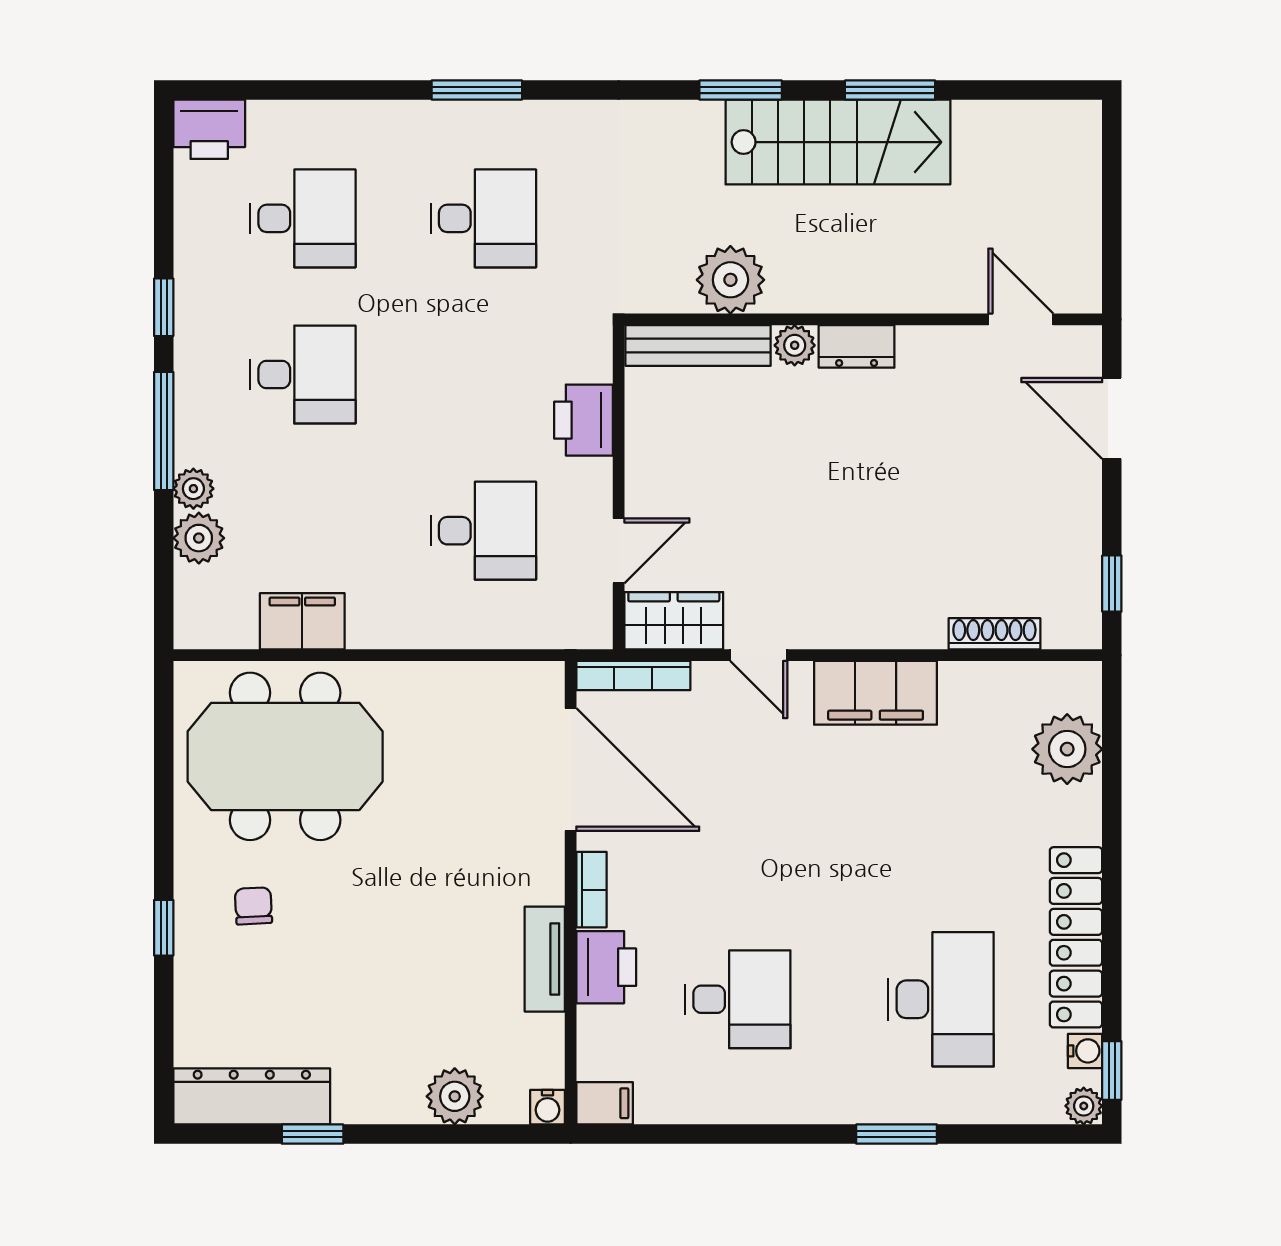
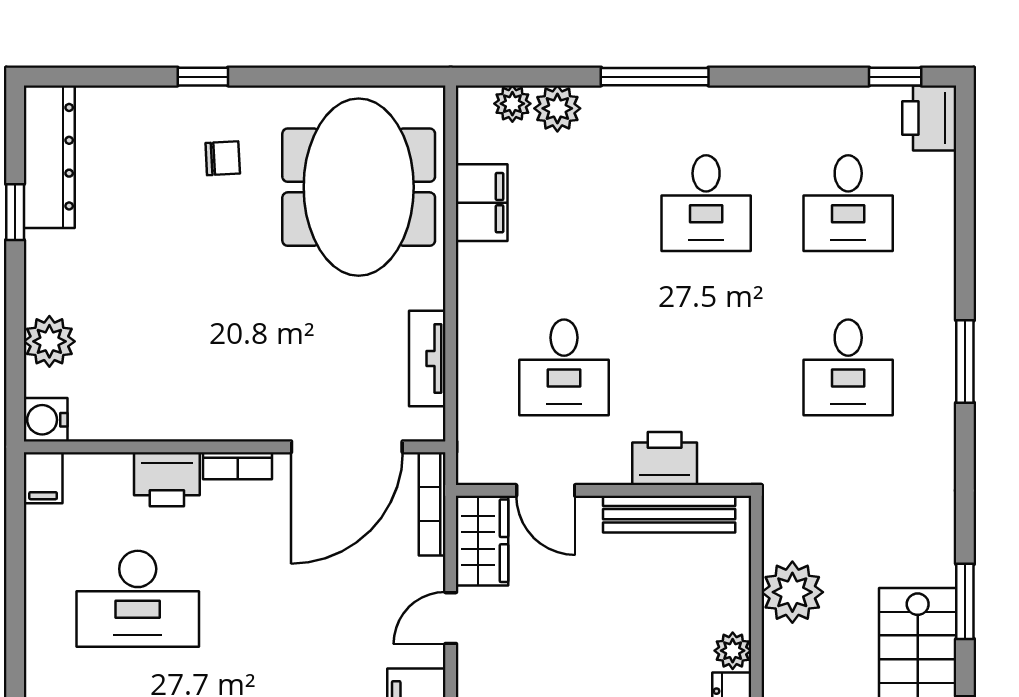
window: (164, 307) -> (895, 77), moved
bench: (698, 345) -> (669, 514), moved, turned 90
plant: (193, 489) -> (512, 104), moved
tv unit: (545, 959) -> (427, 359), moved, turned -90
desk: (738, 999) -> (138, 599), width x1.37
water cooler: (548, 1107) -> (46, 420), width x1.38, depth x1.38

